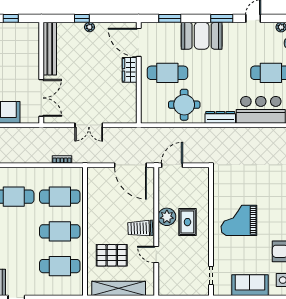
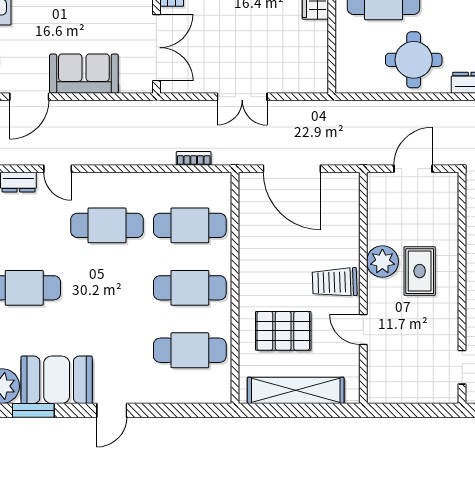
door: (130, 165) -> (292, 169), moved
door: (172, 165) -> (413, 169), moved

